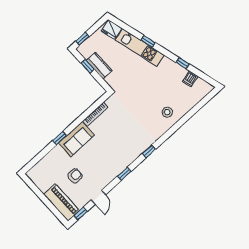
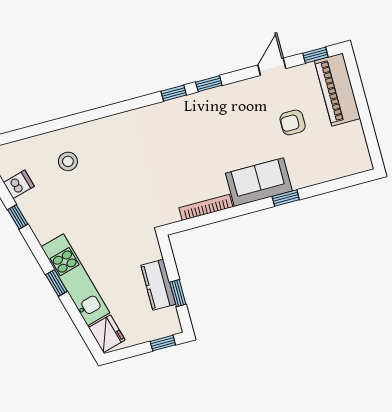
stool: (167, 112) -> (68, 161), moved
window: (149, 151) -> (174, 93), moved

